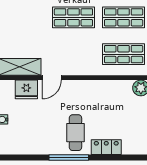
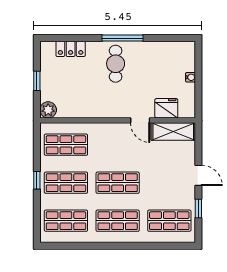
door: (52, 78) -> (140, 120), swing flipped
locker: (106, 147) -> (71, 49), moved

